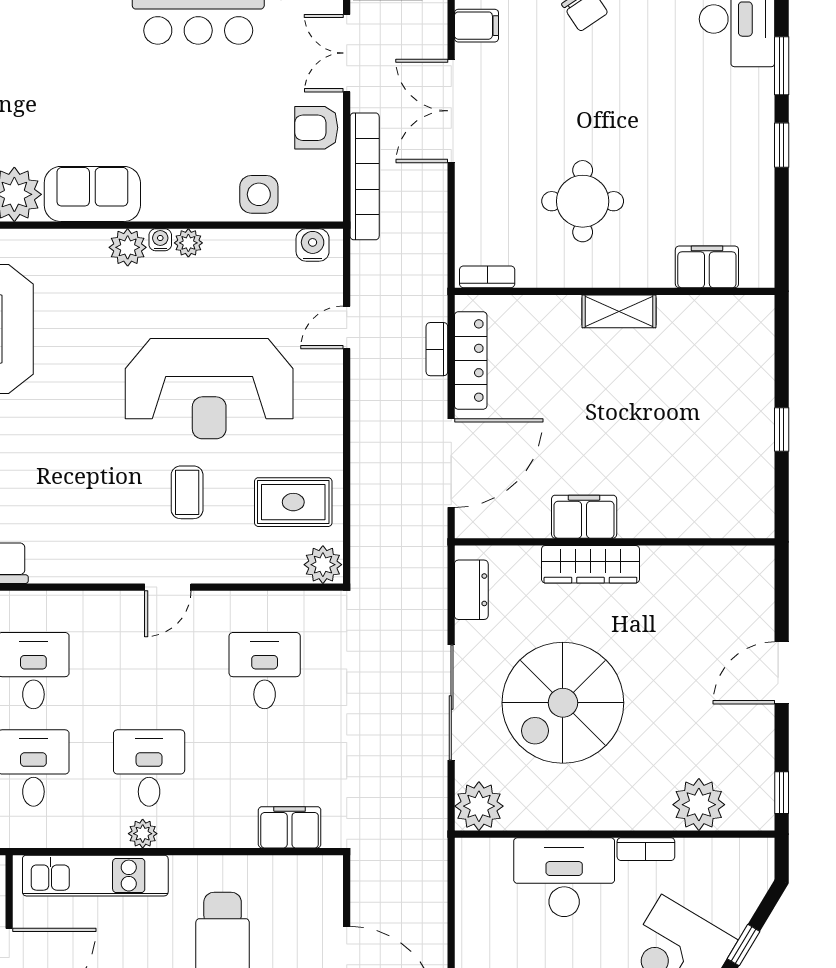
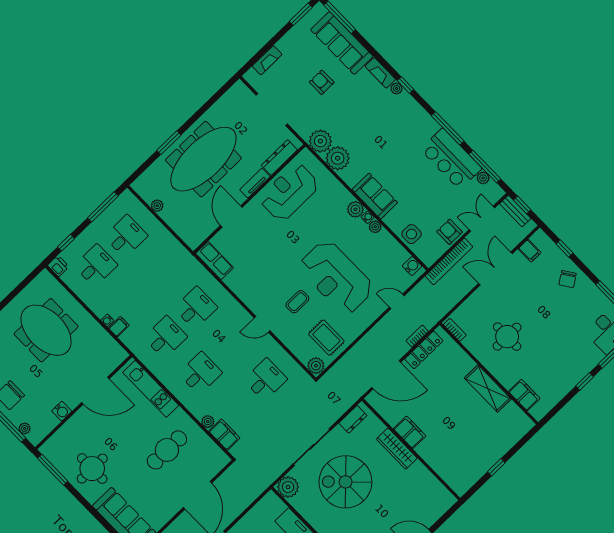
sofa: (92, 194) -> (375, 196), moved
shelving: (619, 311) -> (488, 389), width x1.50, depth x1.33
plant: (143, 834) -> (208, 422), moved

